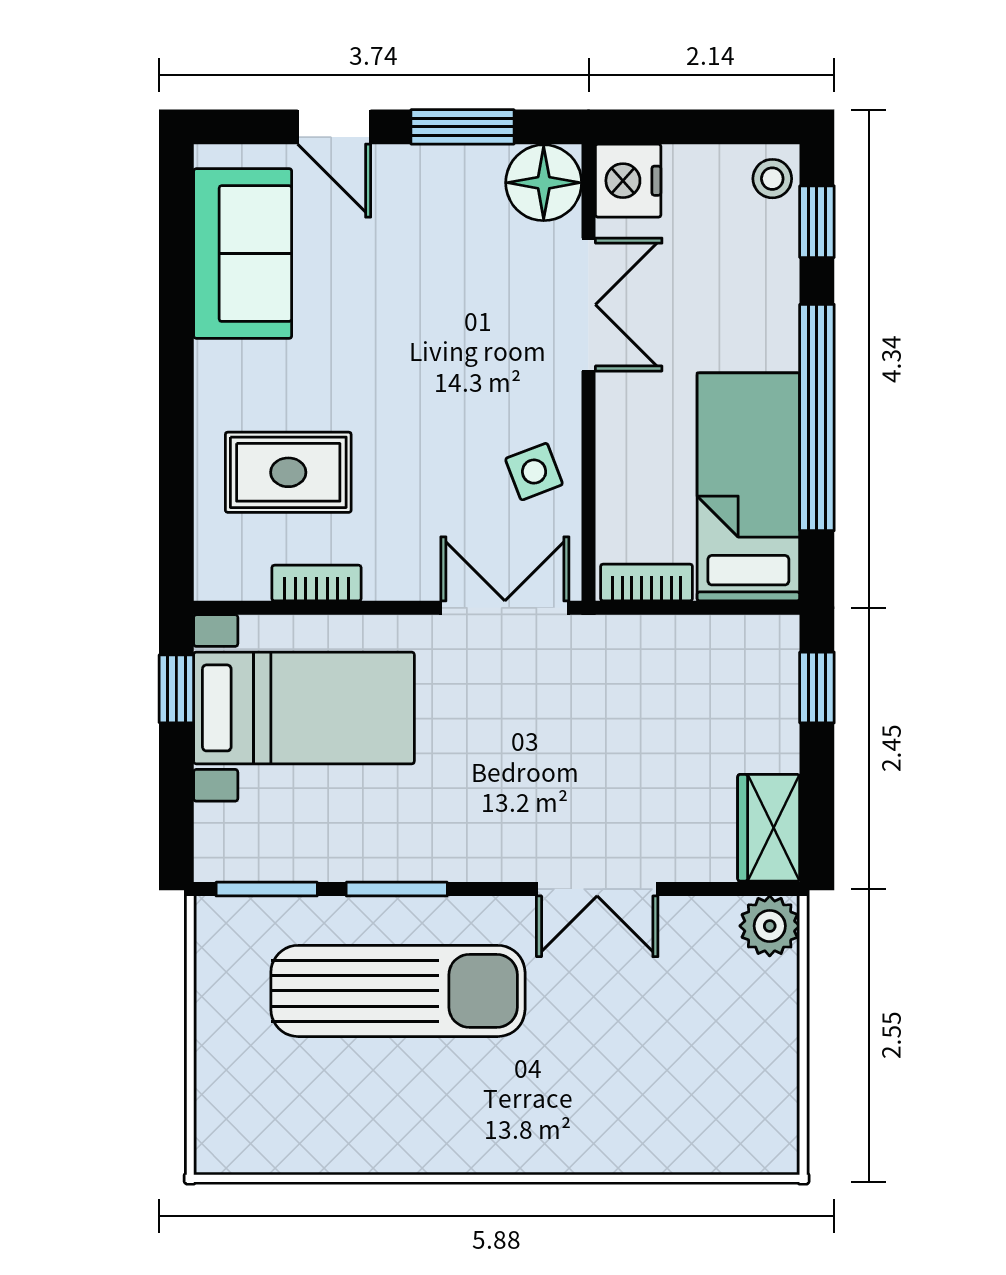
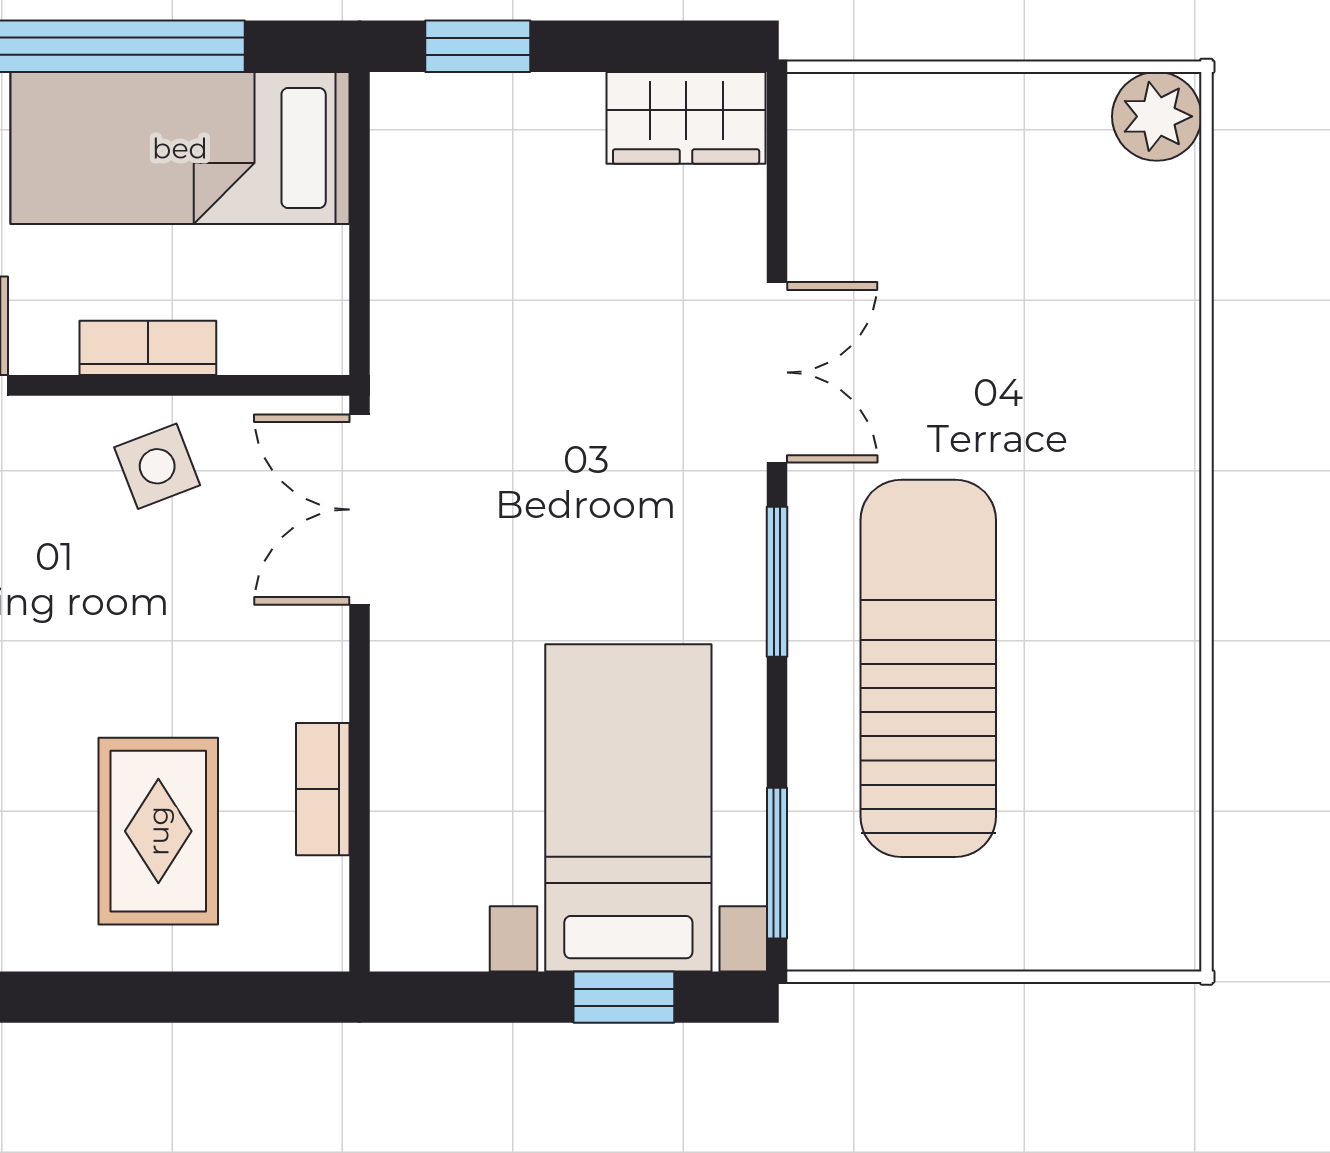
bookcase: (647, 583) -> (148, 348), moved, turned 90
window: (176, 689) -> (624, 997), moved
bed with nightstands: (304, 708) -> (628, 808), moved
window: (397, 889) -> (777, 582), moved
plant: (770, 926) -> (1157, 116), moved

